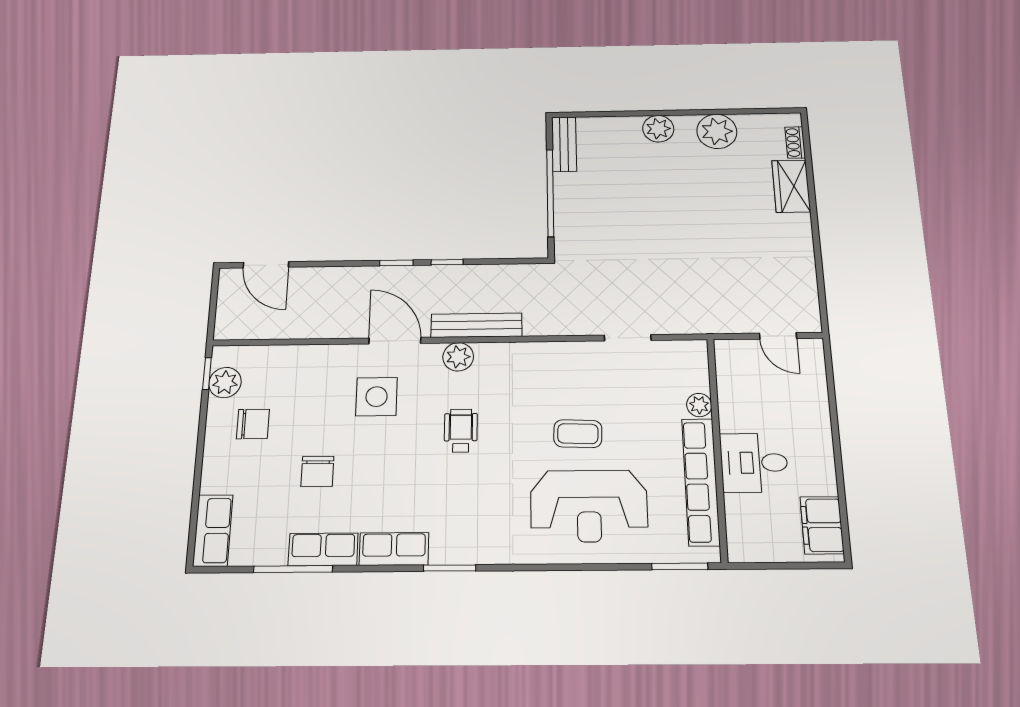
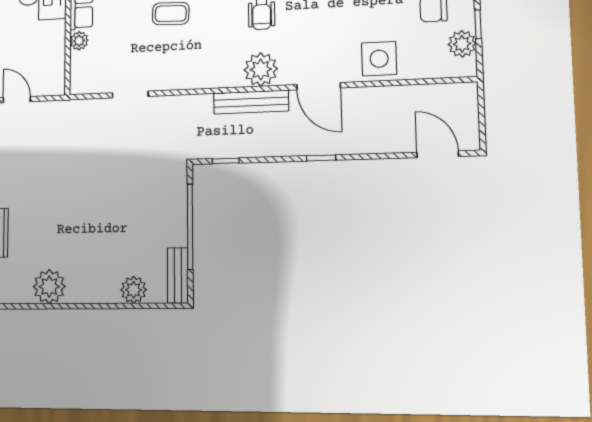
plant: (658, 129) -> (134, 290), moved
window: (447, 262) -> (226, 161), moved
plant: (458, 357) -> (261, 69), width x1.36, depth x1.36
window: (207, 374) -> (478, 24), moved
side table: (377, 397) -> (379, 59), moved

